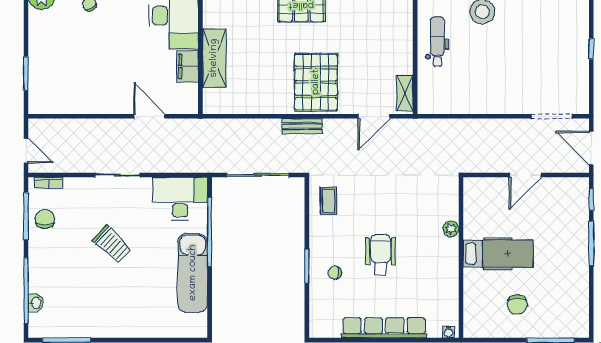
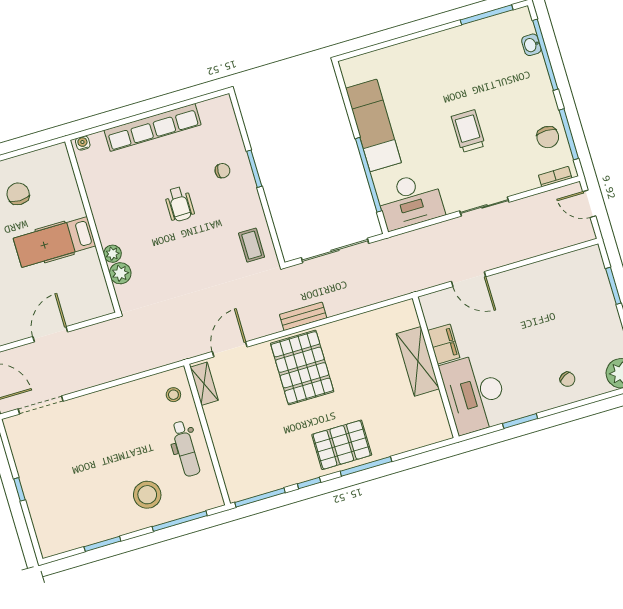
stool: (434, 91) -> (173, 395), added
plant: (449, 210) -> (120, 273), added
trolley: (112, 244) -> (468, 131), turned 47
wheelchair: (380, 255) -> (179, 204), width x0.73, depth x0.73

